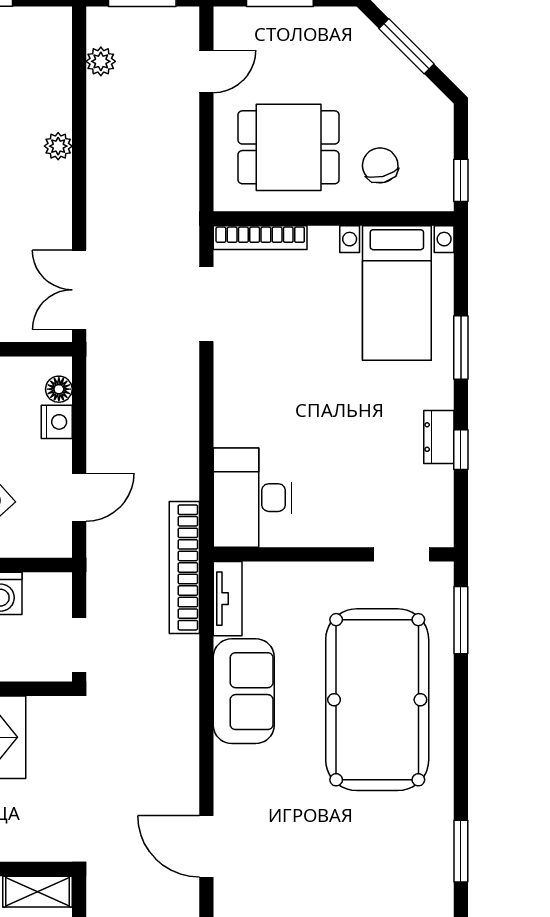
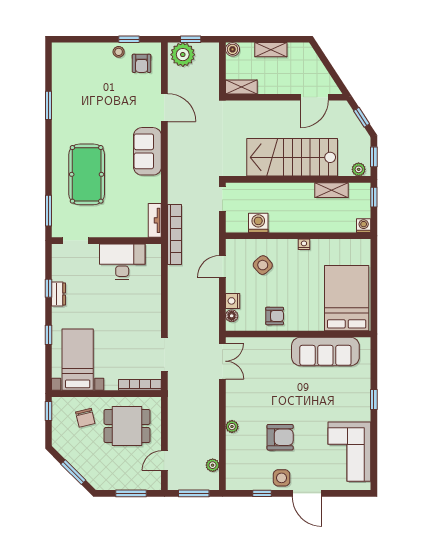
window: (461, 347) -> (48, 335), width x0.67
desk: (252, 498) -> (122, 262), moved, turned -90
sofa: (244, 691) -> (147, 151), moved
pool table: (377, 700) -> (87, 174), width x0.73, depth x0.76

